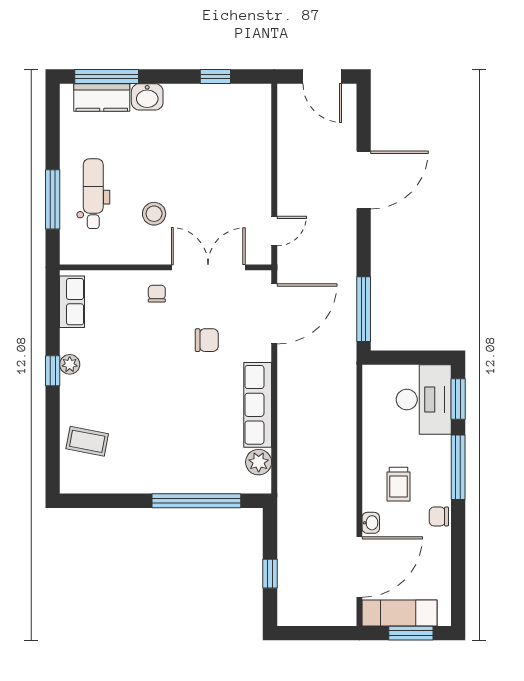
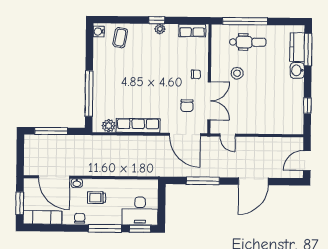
door: (364, 180) -> (253, 181), hinge flipped
window: (53, 199) -> (245, 21), width x1.46
window: (364, 309) -> (203, 181), moved
chair: (207, 340) -> (187, 106), moved
water cooler: (76, 483) -> (99, 31), added
window: (270, 574) -> (51, 131), width x2.17
exam couch: (400, 613) -> (42, 217), moved, turned -90

